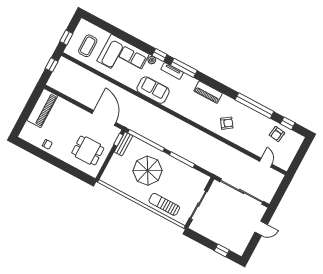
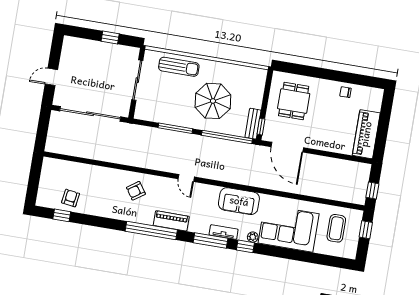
window: (254, 106) -> (151, 230), moved
dining table: (88, 151) -> (294, 101), turned 90
door: (266, 163) -> (186, 178), moved
window: (222, 250) -> (110, 38), moved

